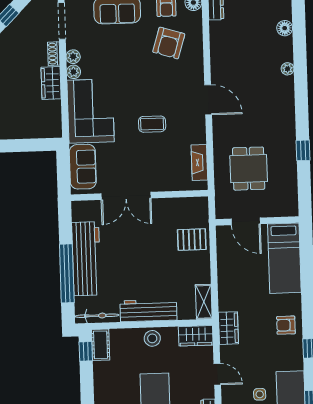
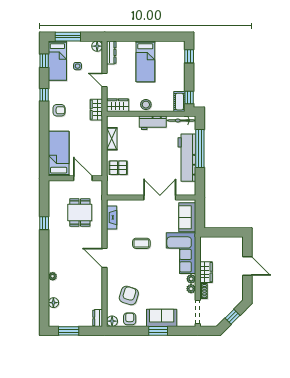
shelving: (204, 302) -> (112, 139), moved
workbench: (148, 310) -> (153, 123), width x0.73

